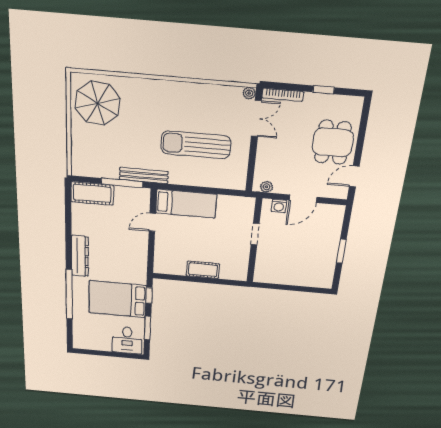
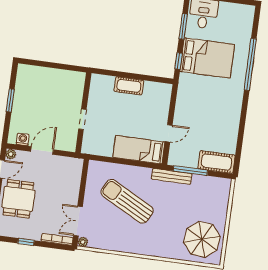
sun lounger: (196, 145) -> (127, 201), turned -152
plant: (267, 187) -> (11, 154), moved
washing machine: (279, 206) -> (23, 139), moved
dresser: (80, 256) -> (235, 103), removed

